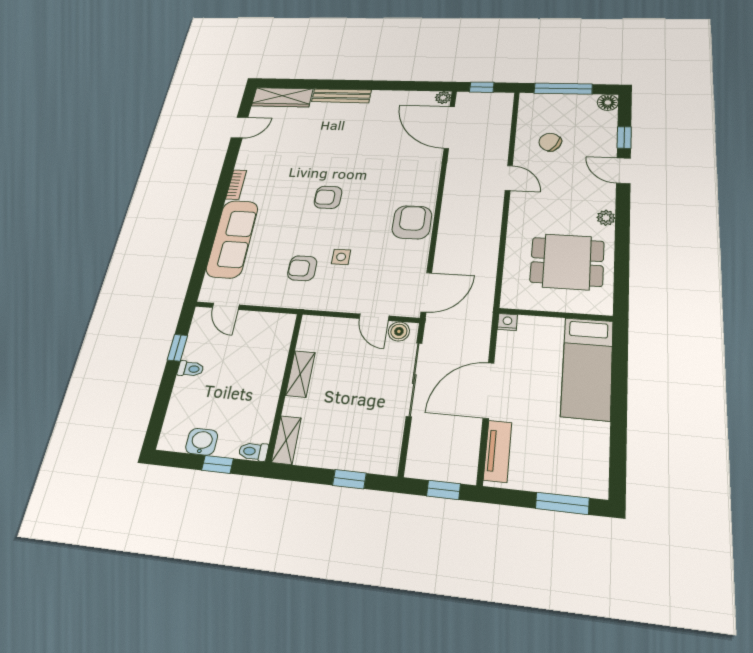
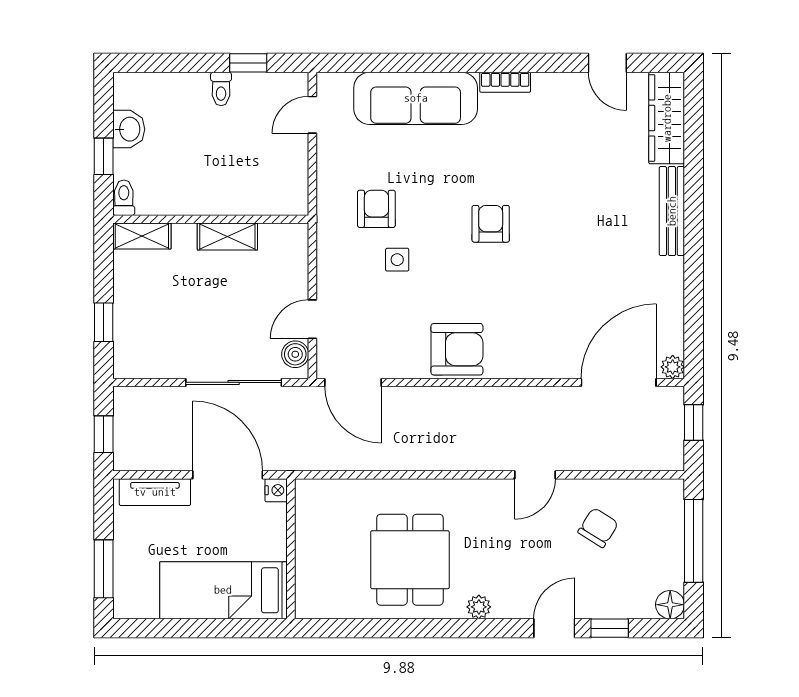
wall: (555, 315) -> (291, 549), moved
nightstand: (507, 322) -> (276, 490), moved
bed: (587, 368) -> (223, 590), moved

